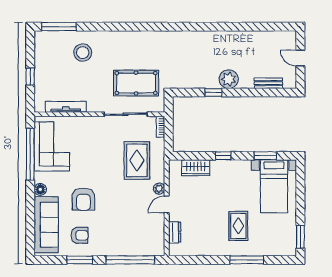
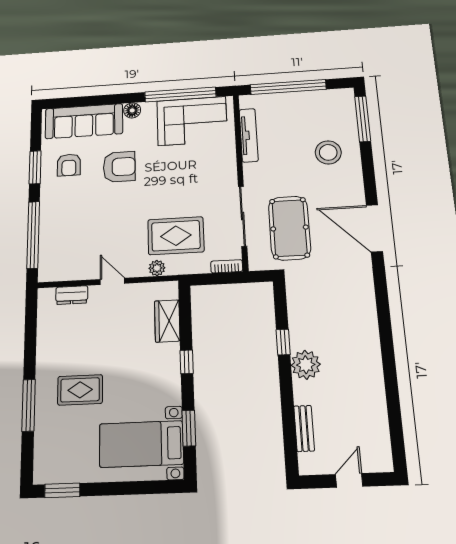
door: (140, 27) -> (374, 228), added
window: (30, 77) -> (288, 87), width x3.17
plant: (159, 189) -> (157, 268), moved
armchair: (83, 199) -> (119, 167), turned 180

